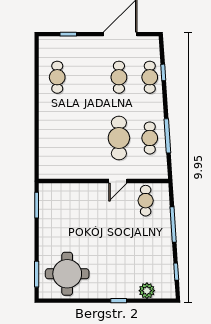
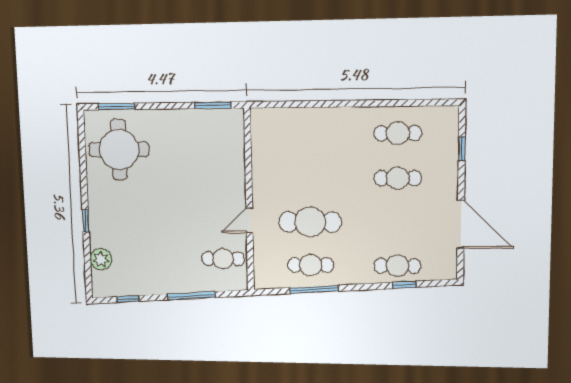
cafe table: (119, 77) -> (398, 178), moved
door: (118, 181) -> (249, 220), hinge flipped

